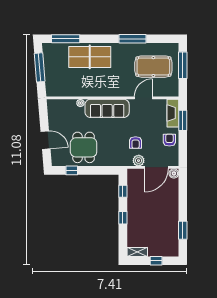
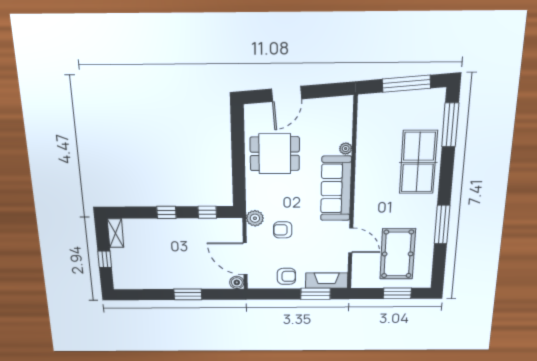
window: (183, 65) -> (397, 293), width x0.69
plant: (139, 161) -> (255, 218), moved
window: (72, 170) -> (238, 136), removed
window: (183, 230) -> (188, 294), moved

